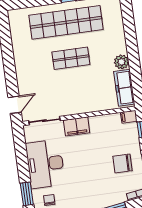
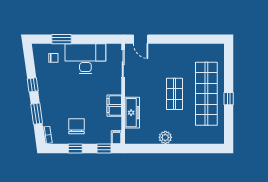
freezer: (124, 88) -> (132, 113), moved, turned 90
filing cabinet: (77, 126) -> (114, 106), moved

